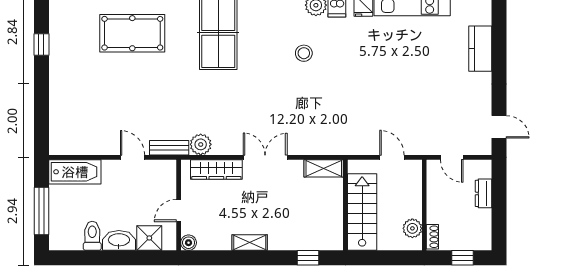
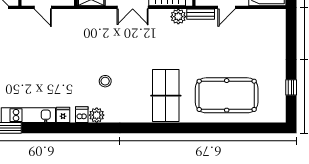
pool table: (132, 33) -> (227, 95), width x1.36, depth x1.32
door: (133, 157) -> (227, 7), hinge flipped

